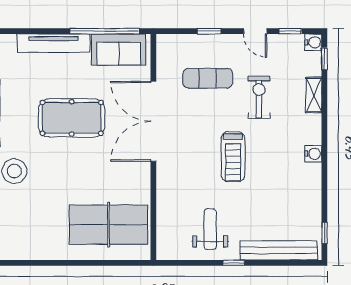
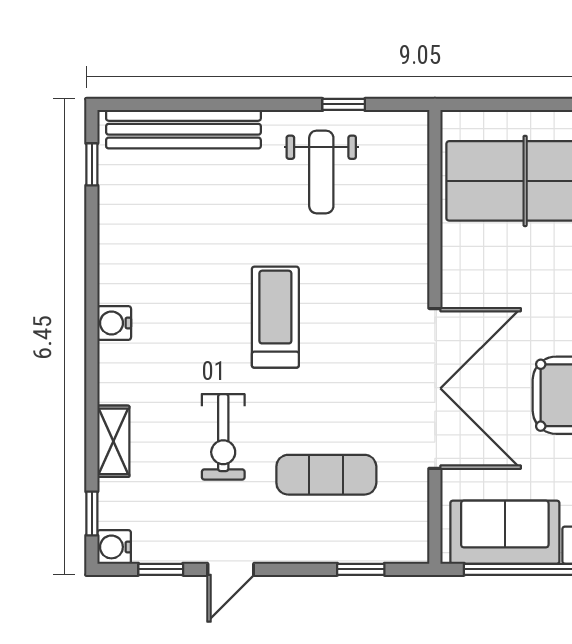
window: (209, 31) -> (361, 569), moved
door: (255, 31) -> (231, 569), swing flipped
window: (234, 263) -> (344, 104), moved

